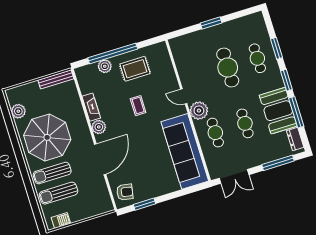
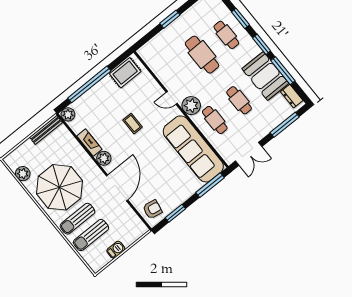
plant: (105, 66) -> (68, 114), moved
rug: (135, 69) -> (125, 73), moved
window: (187, 191) -> (210, 185), added
barbecue: (61, 221) -> (116, 250), moved

